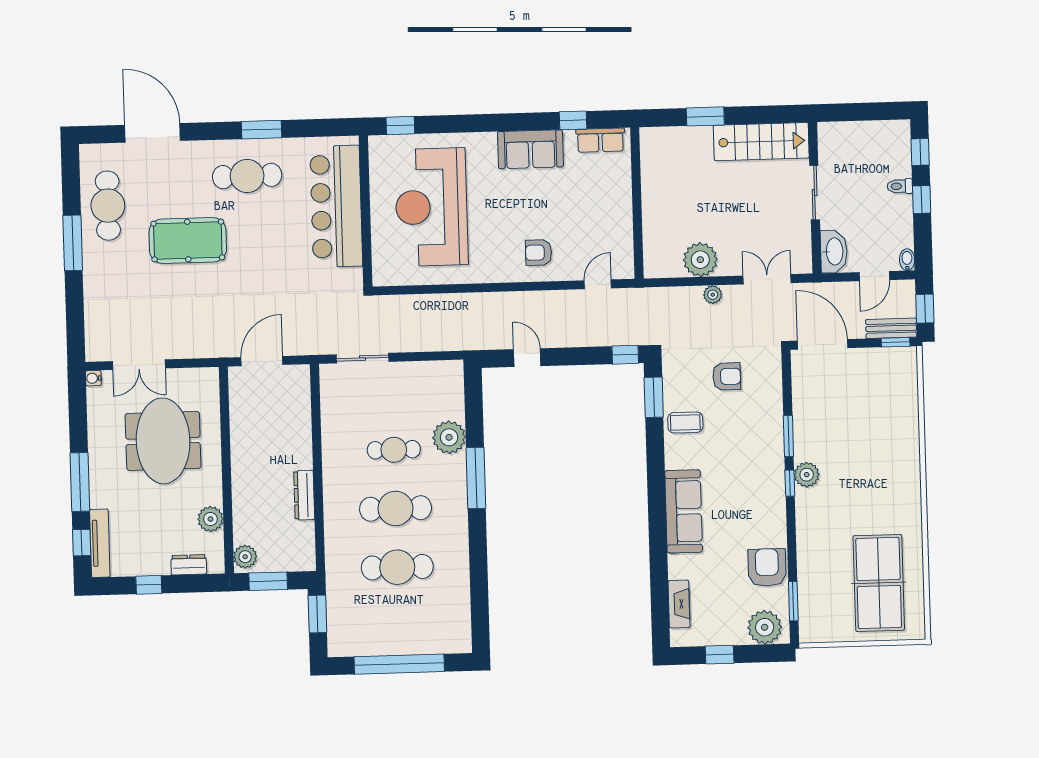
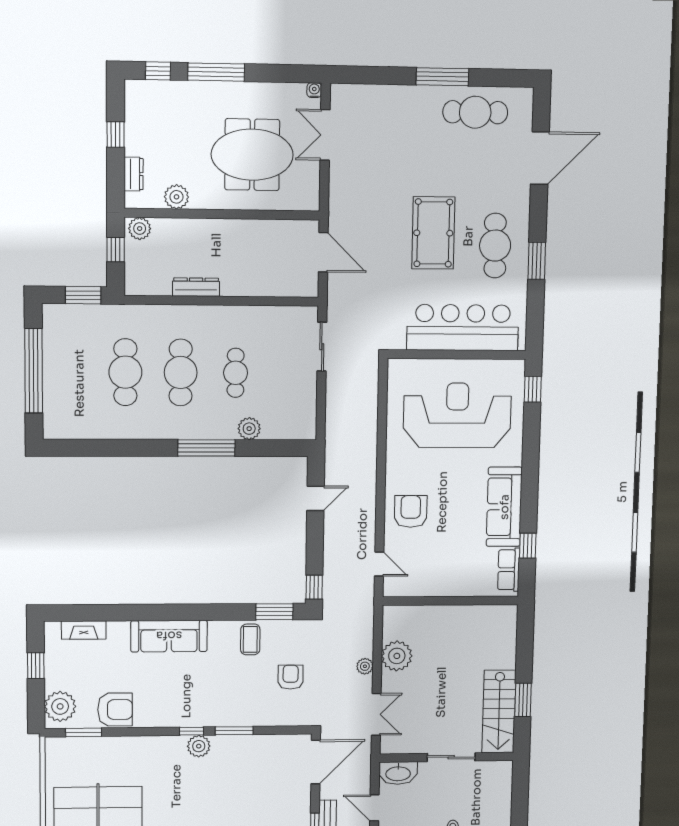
window: (705, 116) -> (523, 700), moved
sofa: (530, 149) -> (504, 507), width x1.36
pool table: (188, 241) -> (433, 233), moved
armchair: (539, 253) -> (411, 511), width x1.38, depth x1.38
armchair: (727, 376) -> (291, 677), turned 180
plant: (449, 437) -> (249, 429), width x0.73, depth x0.73
tv unit: (100, 543) -> (157, 89), removed
window: (268, 581) -> (116, 250), width x0.67

